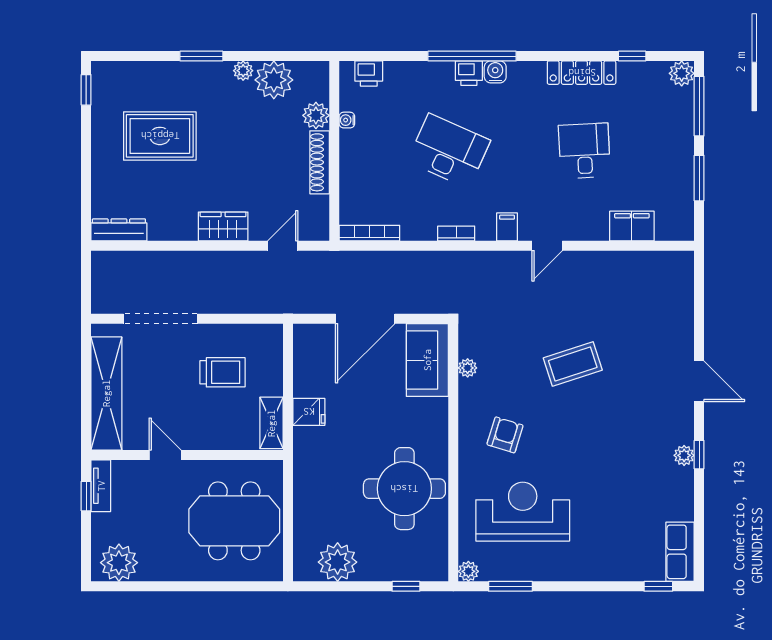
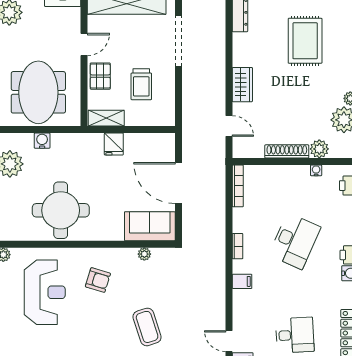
door: (547, 246) -> (229, 341), moved
pallet: (211, 432) -> (100, 76), added
water cooler: (304, 515) -> (42, 141), added

